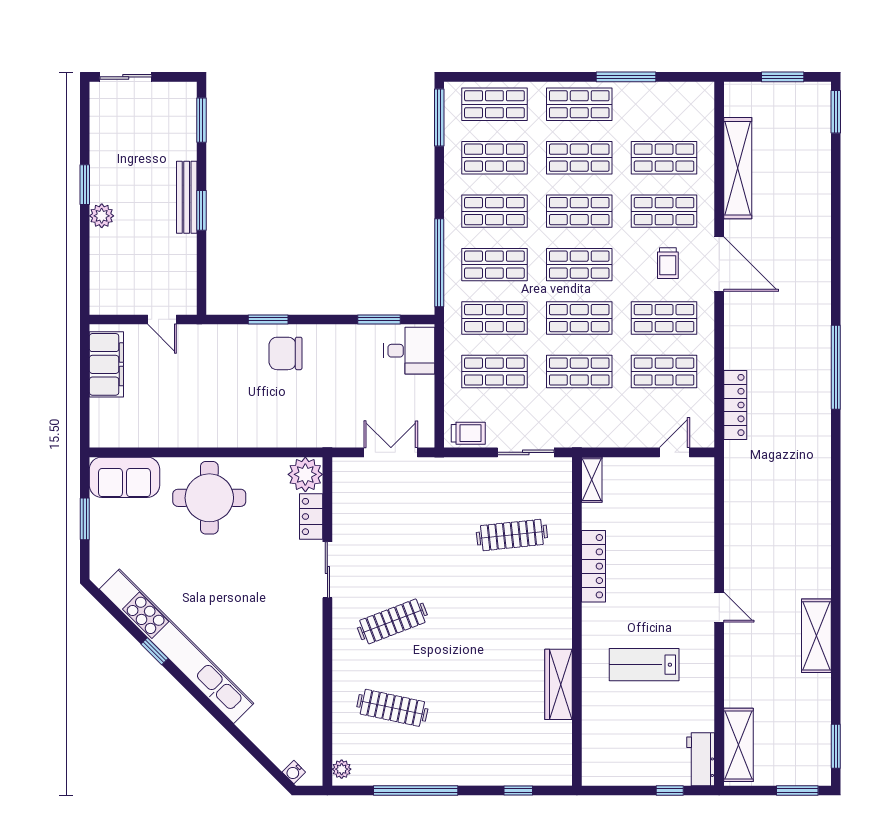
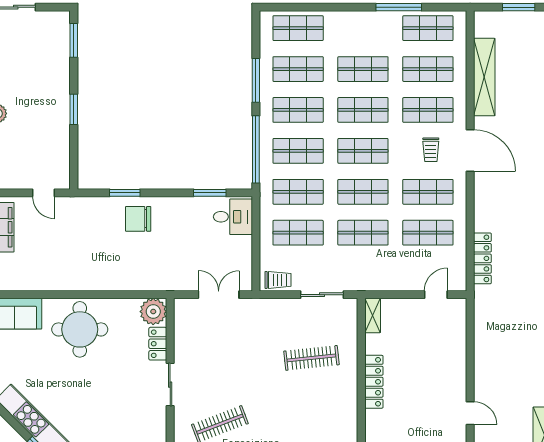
shop shelf: (579, 104) -> (428, 28), moved
window: (439, 118) -> (256, 80), moved
bench: (187, 197) -> (62, 99), removed

